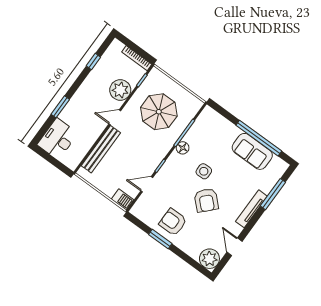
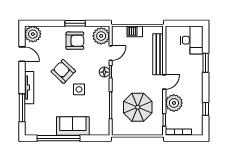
floor lamp: (183, 148) -> (104, 72), moved
sofa: (252, 151) -> (73, 126), moved
barbecue: (123, 199) -> (135, 31), moved
plant: (144, 208) -> (101, 36), added

